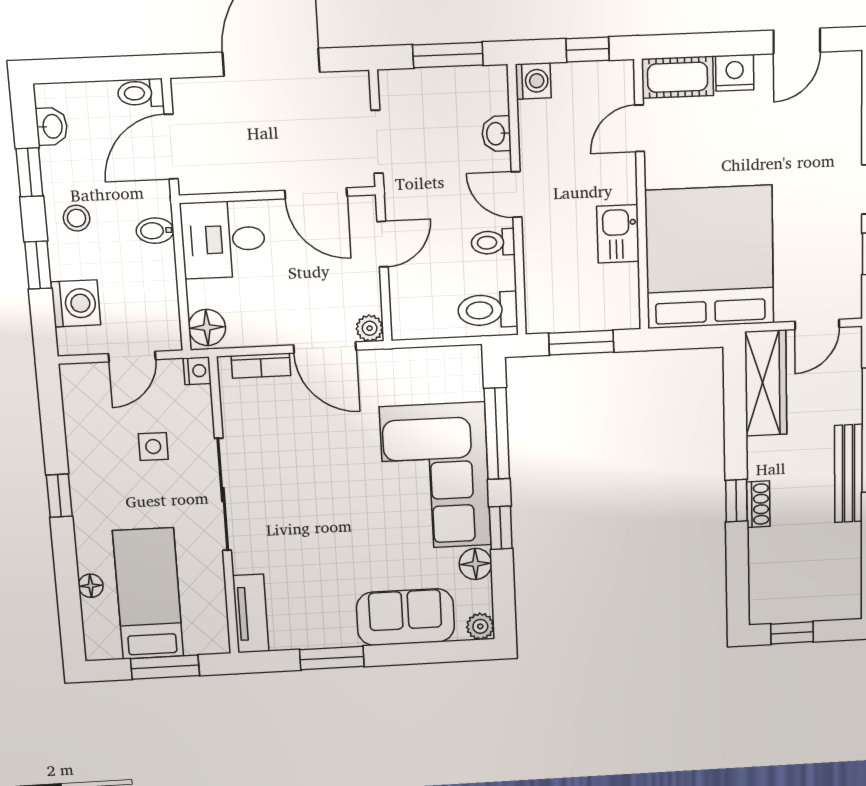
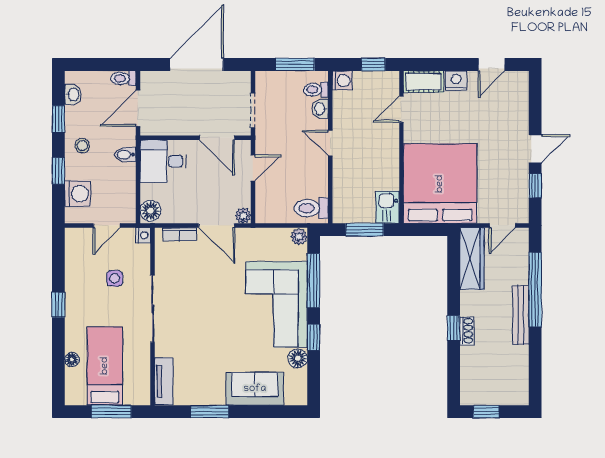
kitchen sink: (618, 234) -> (388, 207), moved
toilet: (493, 242) -> (316, 90), moved
plant: (480, 626) -> (299, 237), moved

